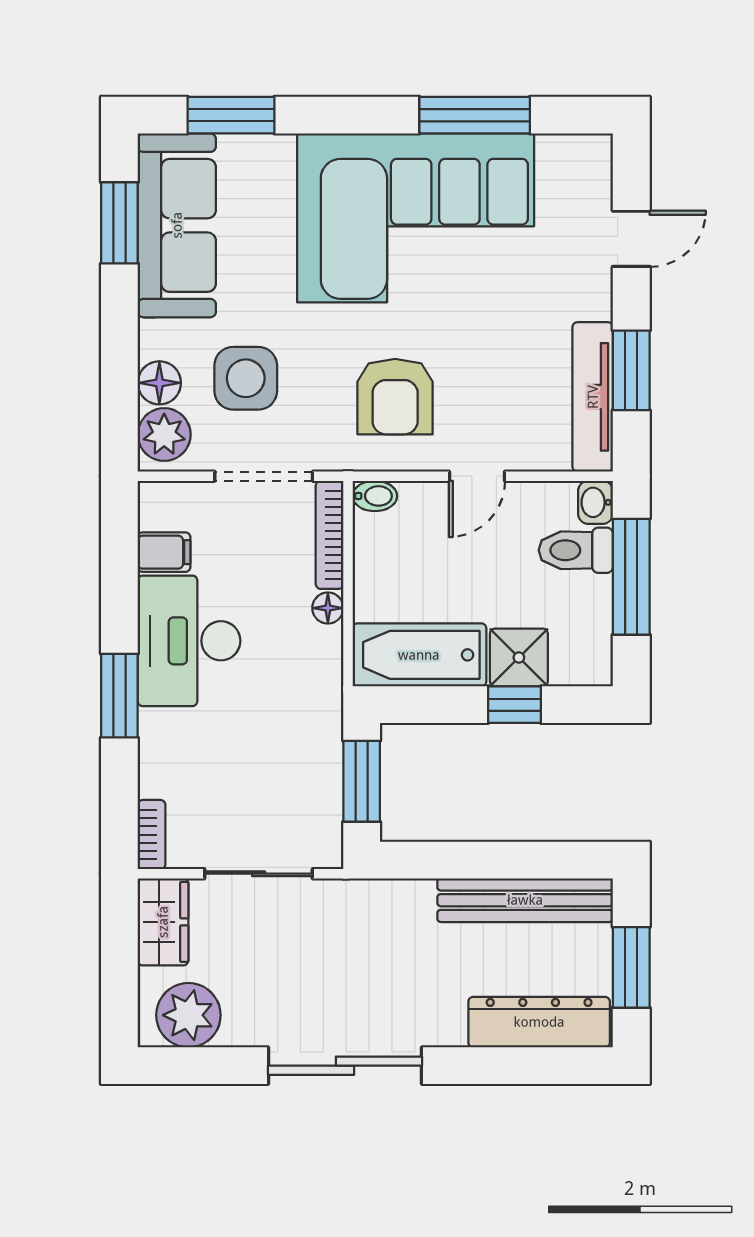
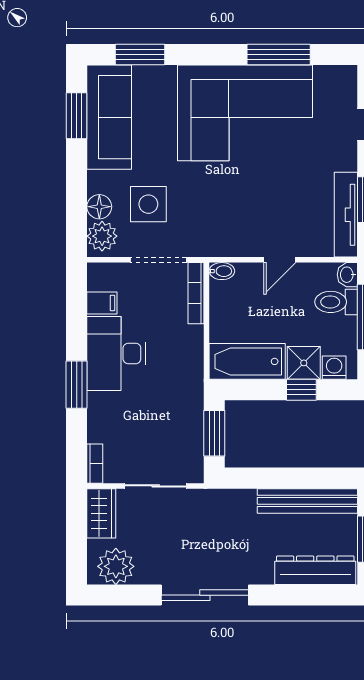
armchair: (395, 397) -> (233, 215), removed
floor lamp: (328, 608) -> (195, 335), removed
washing machine: (572, 666) -> (334, 368), added

